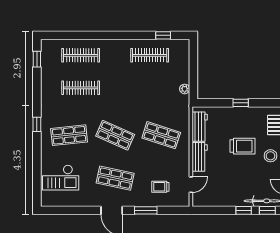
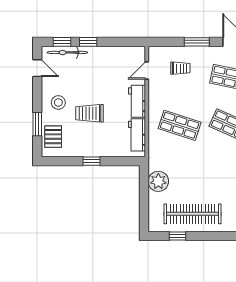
clothes rail: (150, 55) -> (193, 214), width x1.37, depth x1.31
plant: (185, 89) -> (158, 181), width x1.87, depth x1.87

